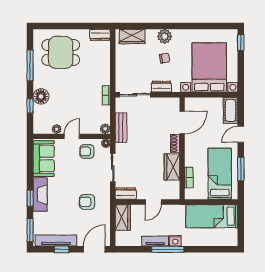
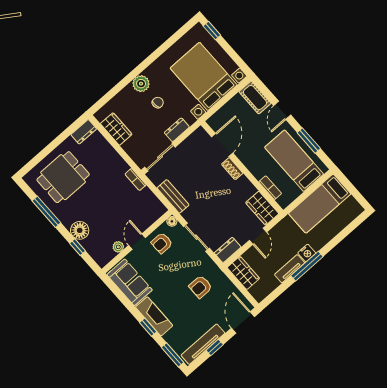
wardrobe: (132, 36) -> (116, 129), moved, turned -90
plant: (105, 129) -> (160, 209), removed
wardrobe: (172, 167) -> (262, 208), moved

